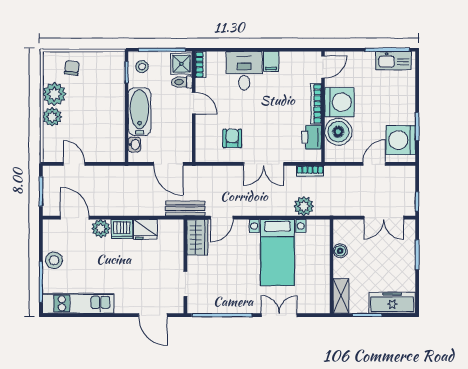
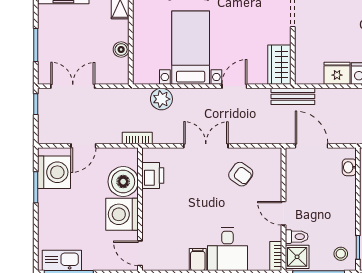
door: (323, 67) -> (140, 253), hinge flipped
bookcase: (316, 104) -> (148, 213), removed
bathtub: (140, 112) -> (343, 204), removed
armchair: (232, 138) -> (241, 174), turned -54
bookcase: (310, 171) -> (137, 138), moved
door: (222, 218) -> (234, 86), moved

